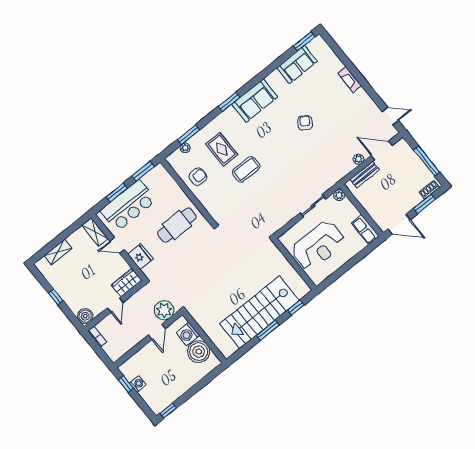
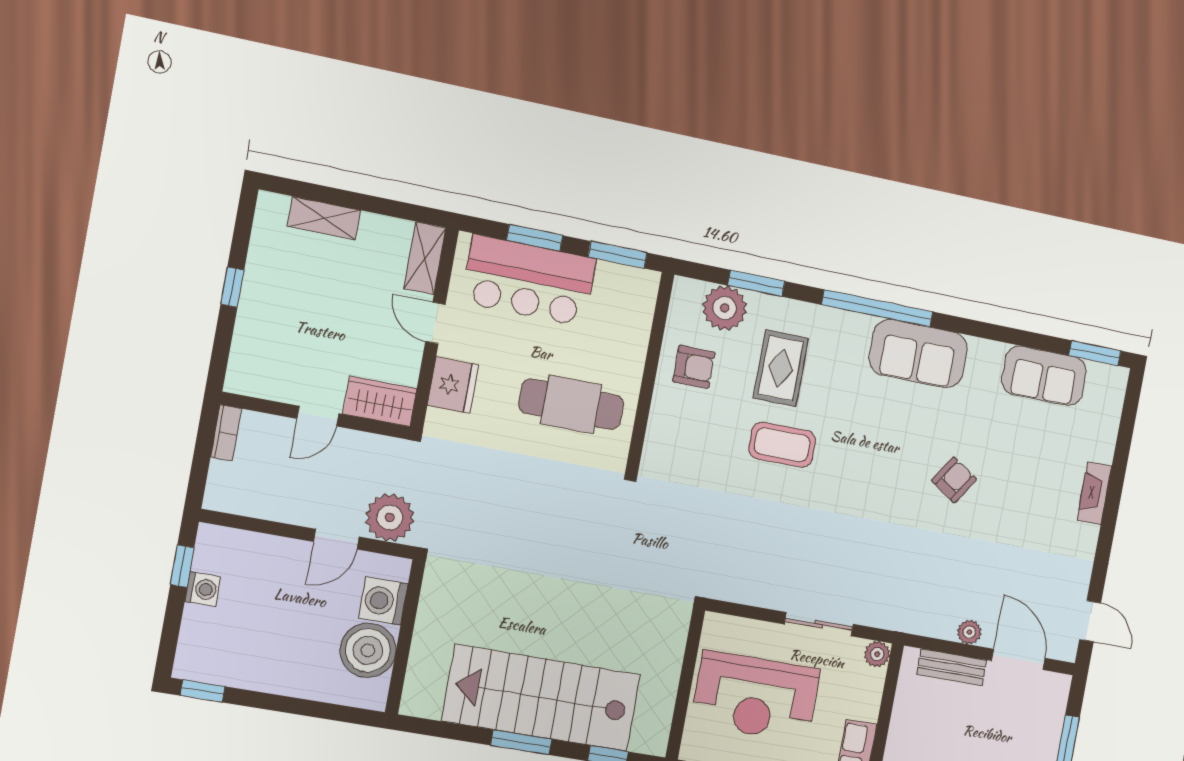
window: (229, 102) -> (877, 308), width x2.11
plant: (185, 148) -> (725, 308), width x1.88, depth x1.88
boiler: (85, 316) -> (245, 376), removed

